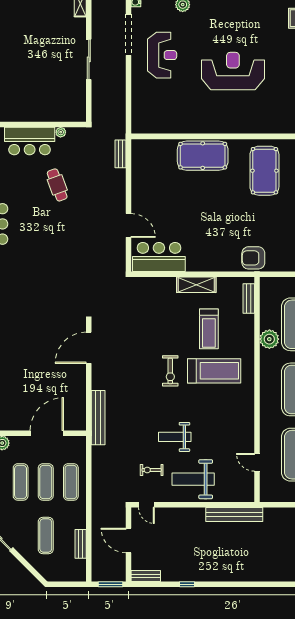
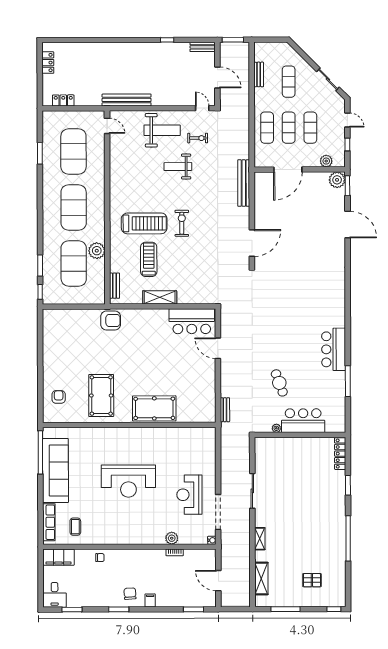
treadmill: (214, 371) -> (144, 223), turned 180
weight bench: (175, 437) -> (178, 167), turned 180
door: (257, 462) -> (107, 126), moved

